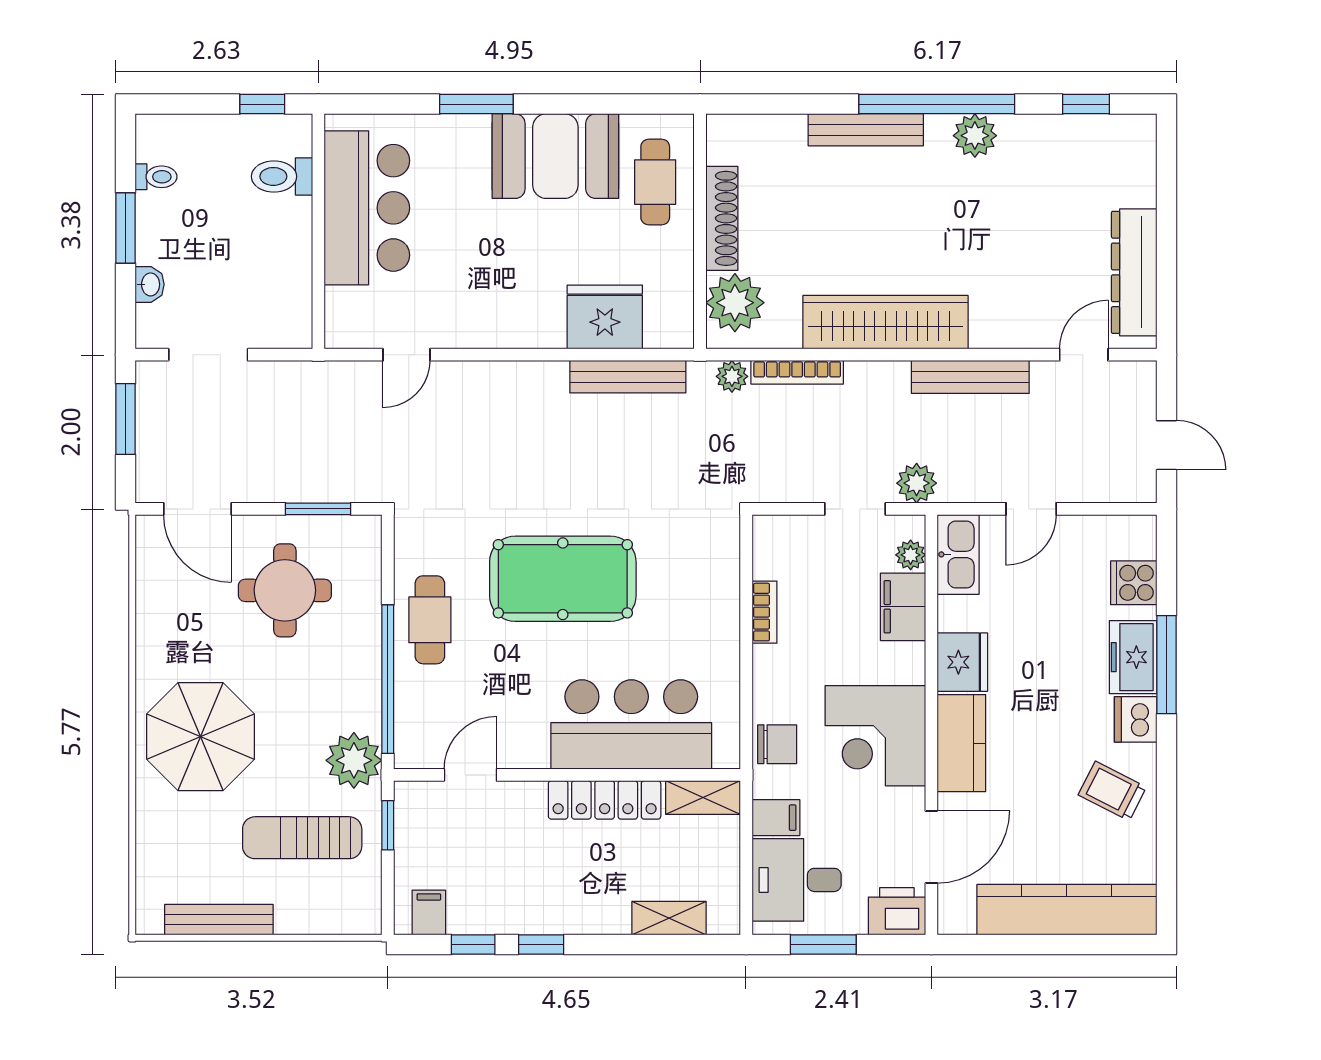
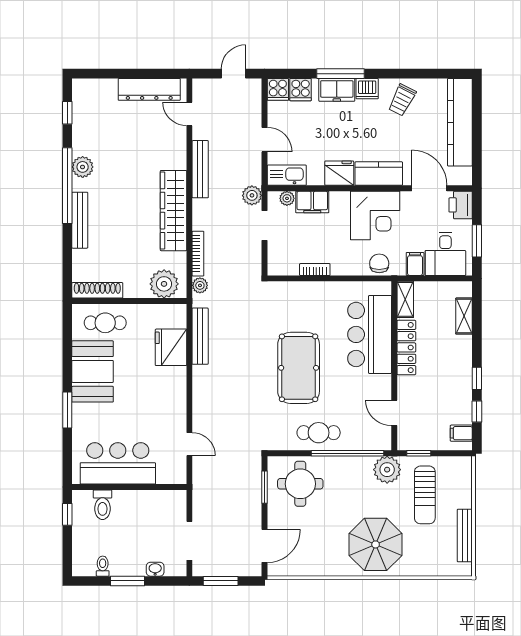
shoe rack: (722, 218) -> (97, 290), moved
cooker: (1134, 536) -> (278, 89), added
round table: (285, 590) -> (300, 484), moved

